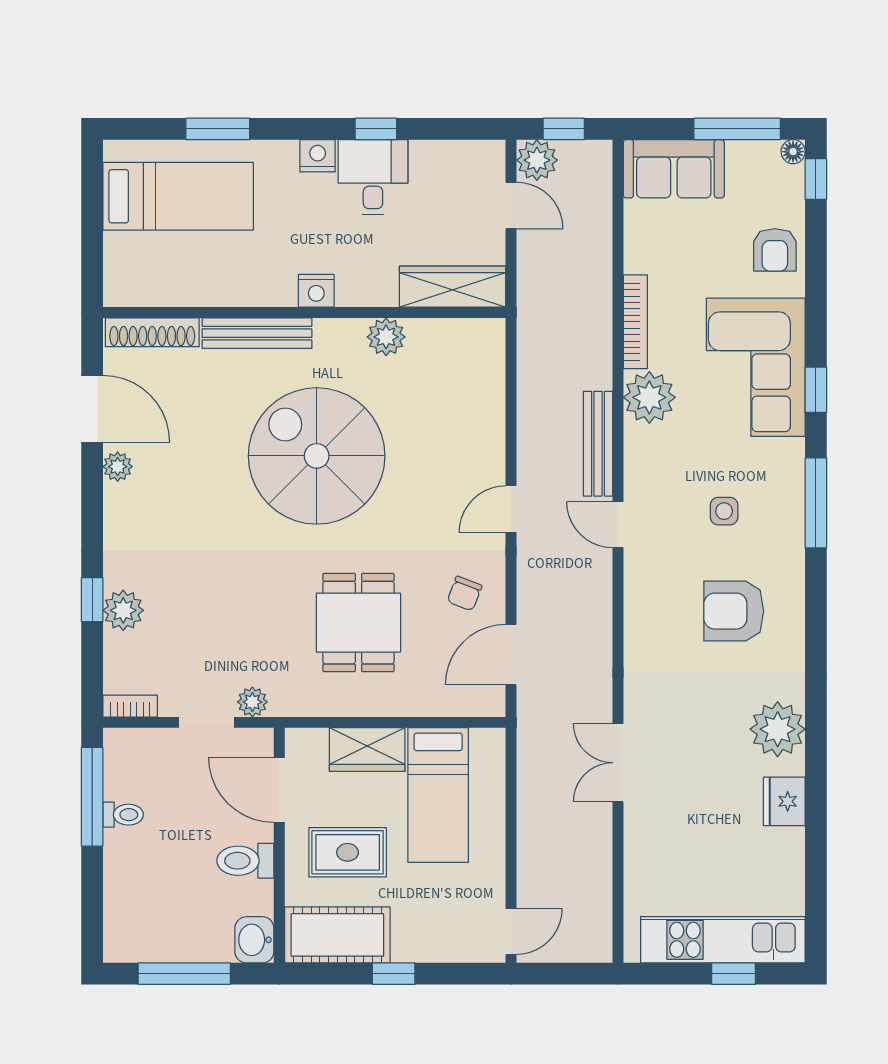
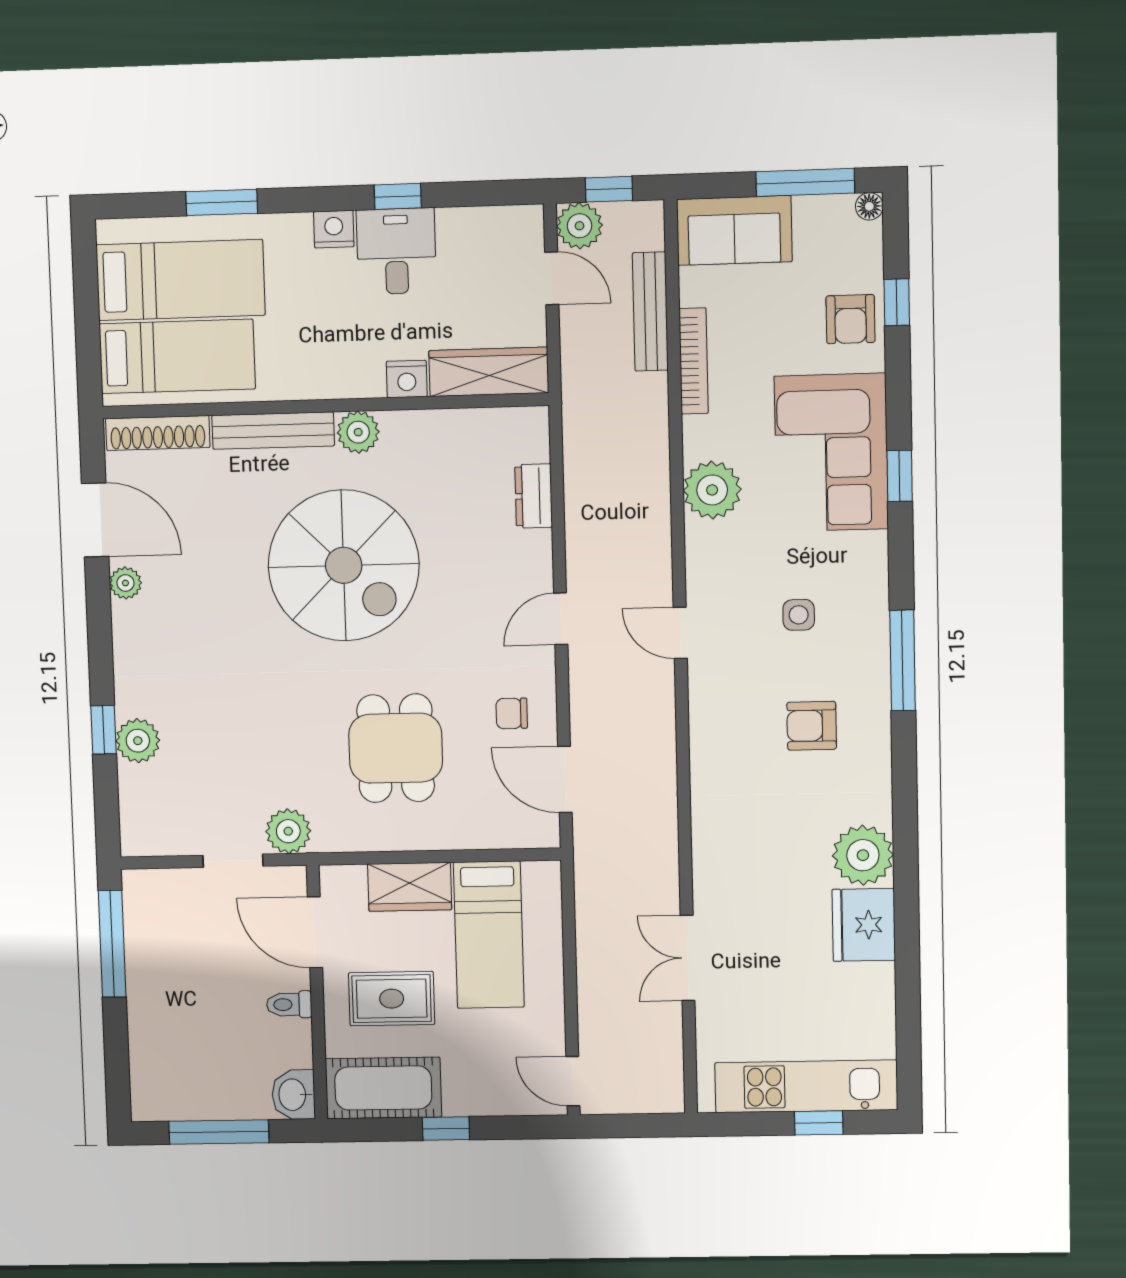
window: (816, 179) -> (897, 302), moved
bed: (173, 264) -> (177, 356), added
nightstand: (316, 291) -> (407, 379), moved
bookcase: (635, 322) -> (694, 361), moved
plant: (386, 337) -> (358, 432), moved
dresser: (490, 398) -> (534, 496), added
bench: (598, 444) -> (650, 311), moved
spiral stairs: (317, 456) -> (344, 565), turned 180
window: (816, 503) -> (903, 660), moved
chair: (465, 594) -> (512, 713), turned 69
armchair: (734, 611) -> (812, 726), width x0.72, depth x0.72
door: (511, 655) -> (565, 779), hinge flipped
plant: (252, 702) -> (288, 831), width x1.38, depth x1.38
bookcase: (130, 706) -> (149, 845), removed
double door: (618, 763) -> (688, 958), moved
fridge: (784, 801) -> (864, 925), width x1.36, depth x1.34
toilet: (123, 815) -> (146, 962), removed
toilet: (245, 861) -> (289, 1004), width x0.73, depth x0.72
door: (511, 931) -> (573, 1081), swing flipped

